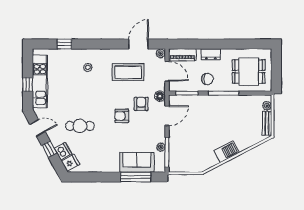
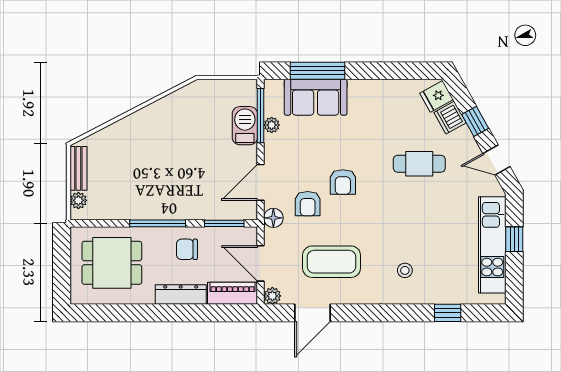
dresser: (211, 54) -> (181, 295), width x1.44
armchair: (122, 116) -> (343, 182), turned 90
barbecue: (227, 152) -> (245, 126), moved, turned 118

